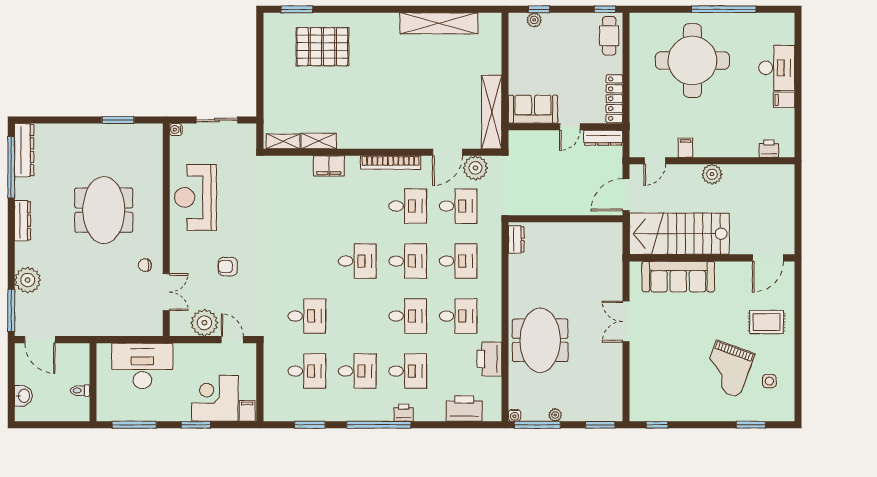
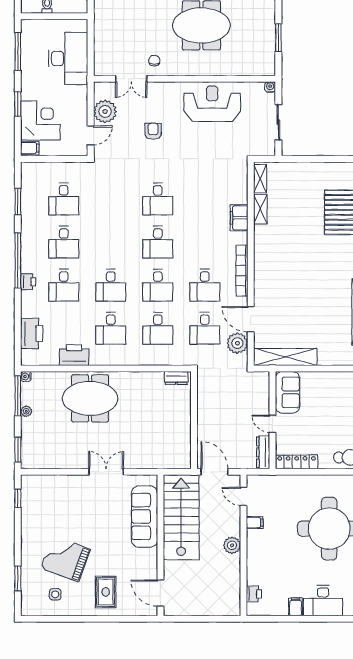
desk: (307, 316) -> (158, 199), moved

